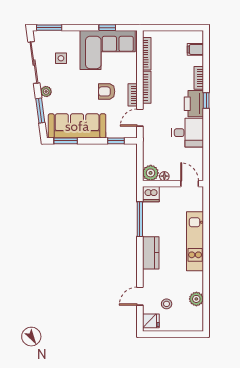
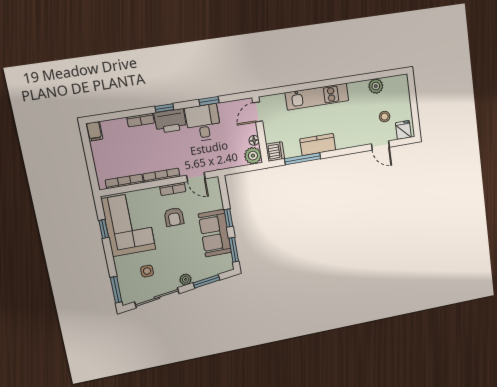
filing cabinet: (195, 49) -> (94, 131), moved
sofa: (77, 126) -> (215, 233), width x0.73
window: (116, 141) -> (228, 218), moved
window: (206, 141) -> (209, 101), added
kitchen counter: (151, 253) -> (318, 145), moved

